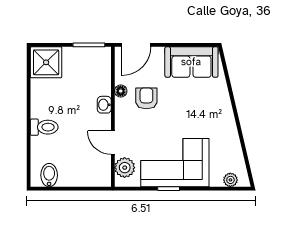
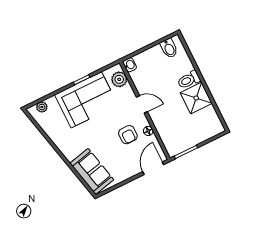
shower: (46, 62) -> (196, 98), moved
sofa: (191, 62) -> (92, 171), moved, turned 77
washbasin: (104, 105) -> (130, 65), moved
door: (113, 143) -> (142, 104), moved

